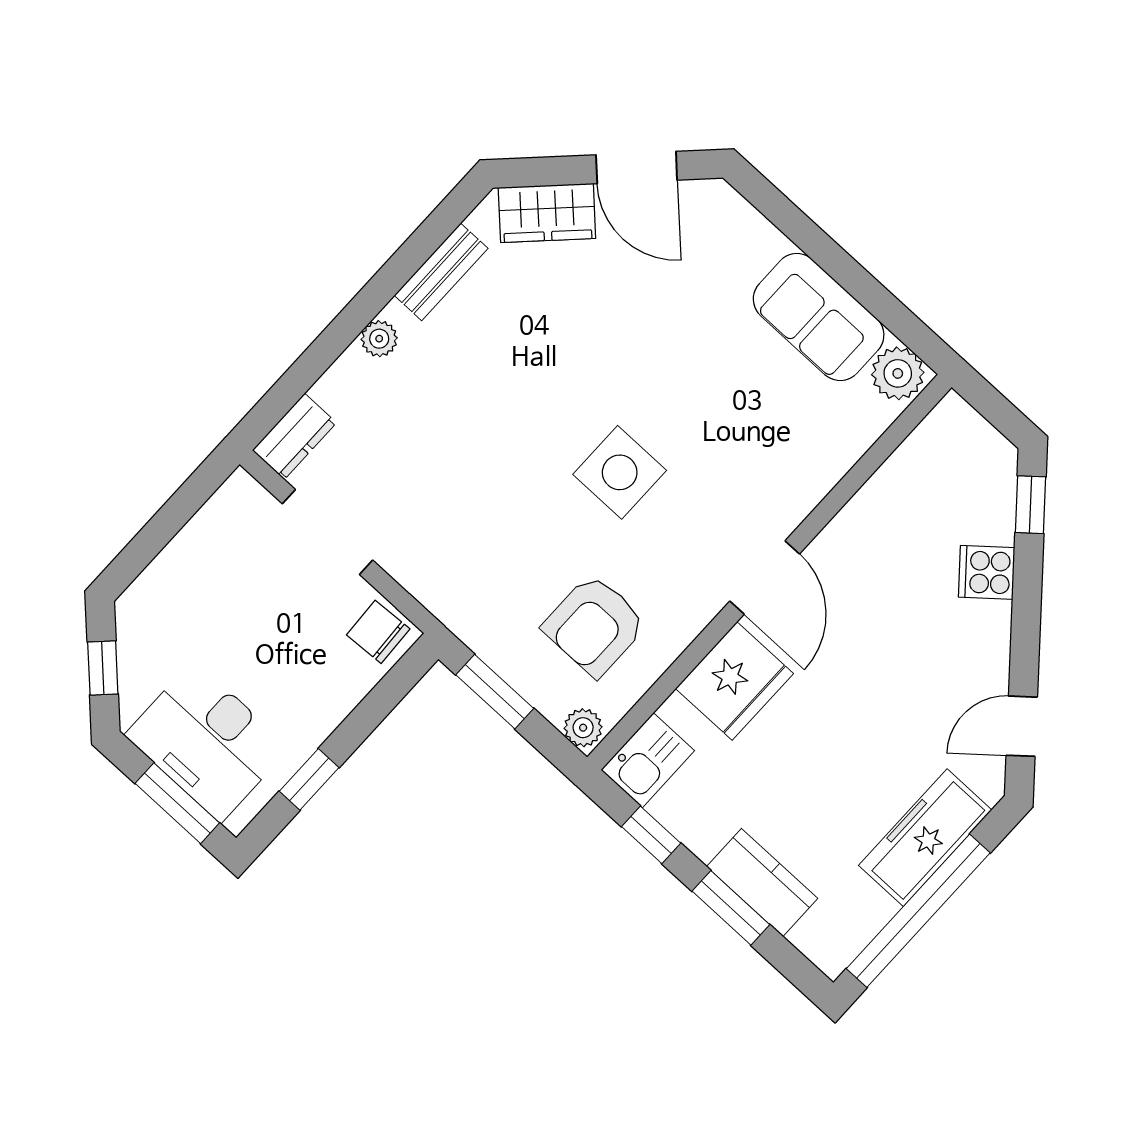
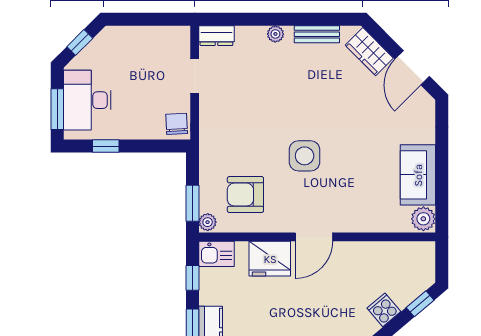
doorway: (327, 532) -> (195, 76), width x0.73
window: (495, 692) -> (192, 203), moved

